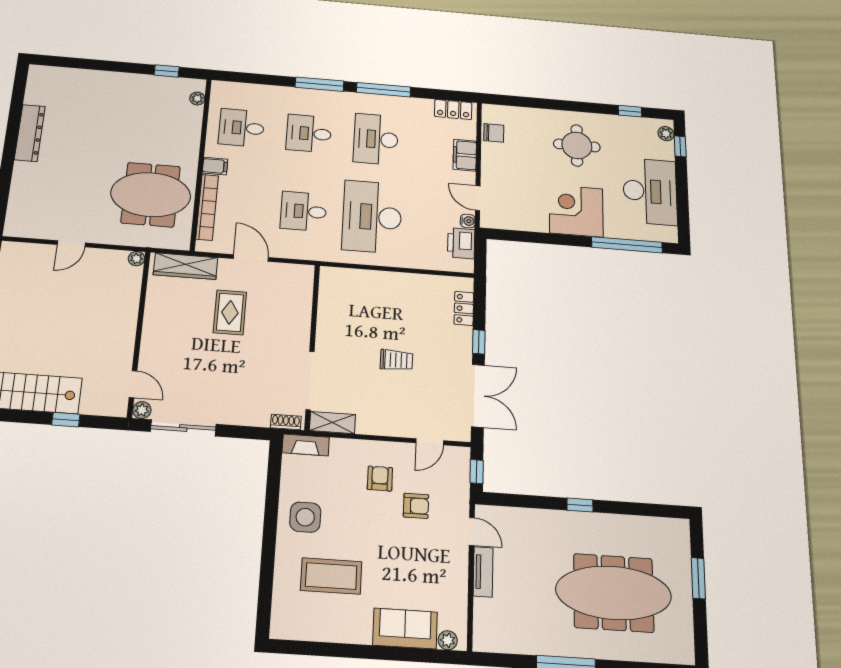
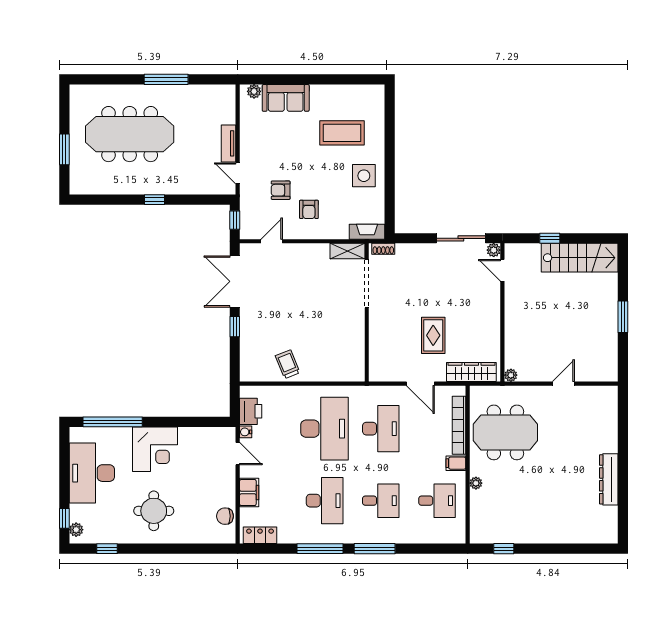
plant: (197, 99) -> (476, 483), moved
desk: (304, 211) -> (381, 429), width x1.37
locker: (464, 308) -> (247, 354), removed
trolley: (396, 360) -> (288, 364), moved, turned 68

